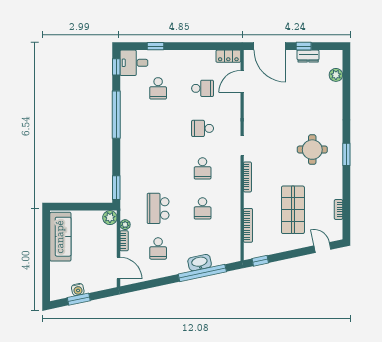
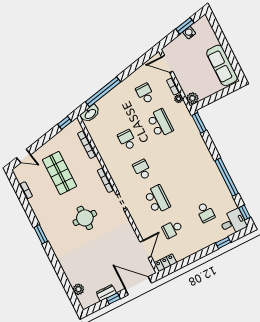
school desk: (158, 88) -> (205, 212), turned 180
school desk: (203, 128) -> (157, 199), width x1.85
round table: (312, 150) -> (85, 218), moved
washbasin: (200, 263) -> (90, 114), moved

